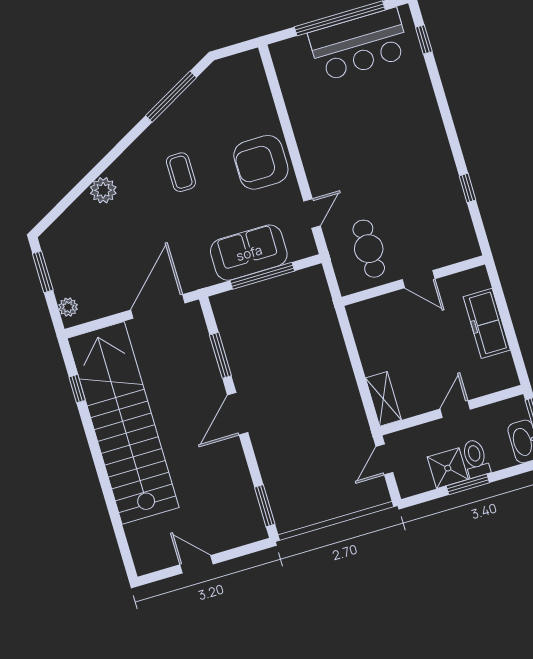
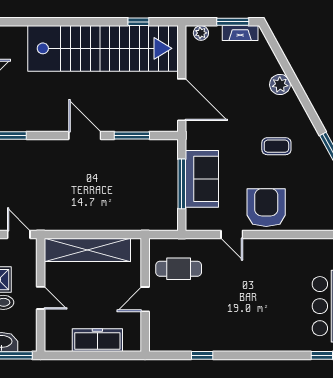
door: (312, 213) -> (232, 234), moved
fireplace: (54, 258) -> (240, 33), added
shelving: (383, 399) -> (87, 250), width x2.20, depth x1.33

